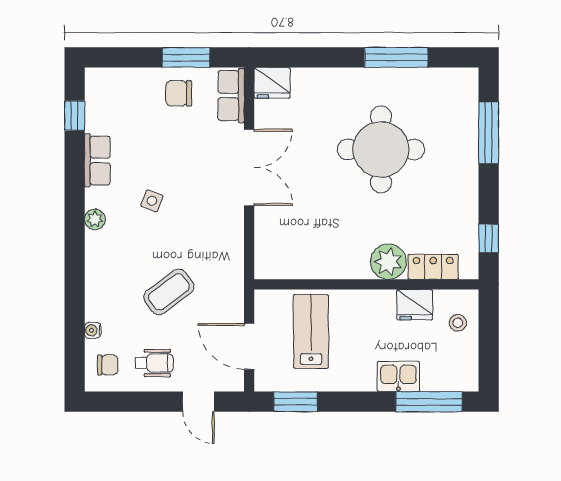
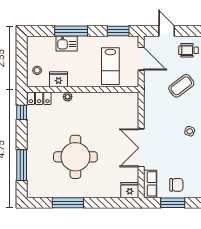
plant: (388, 262) -> (68, 97), width x0.53, depth x0.53
locker: (433, 267) -> (39, 98), moved
window: (429, 402) -> (71, 31), moved

